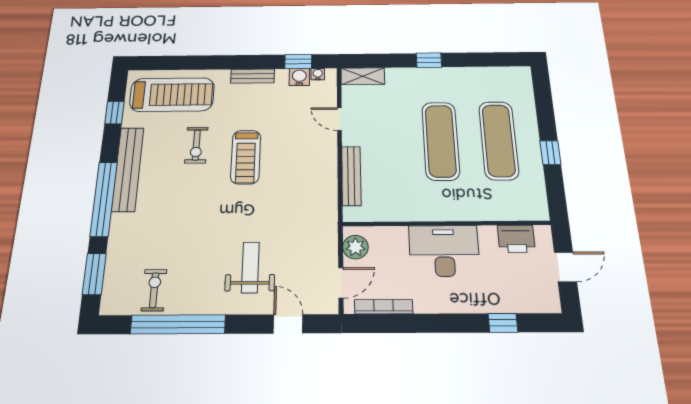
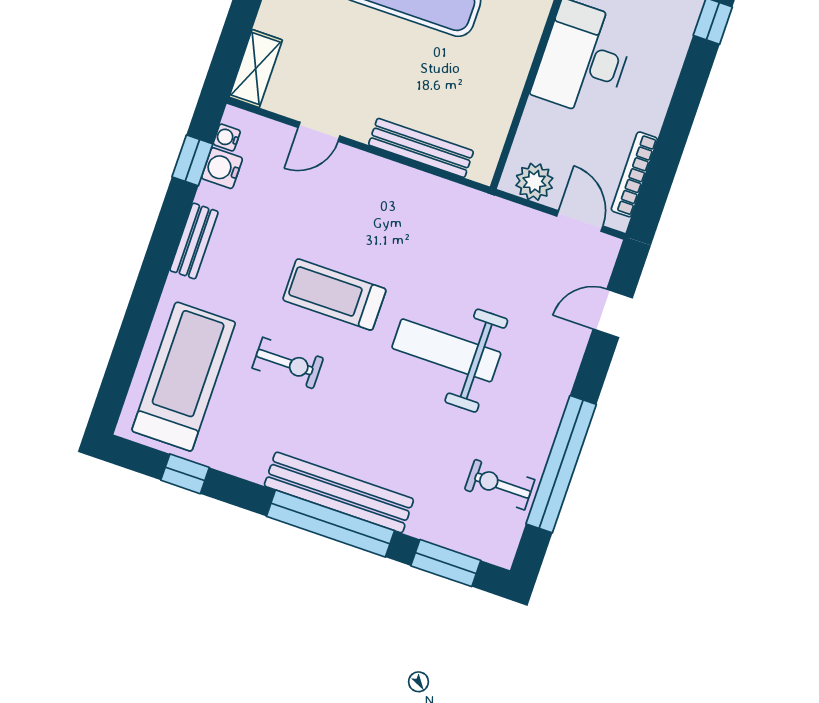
treadmill: (246, 157) -> (334, 295), turned 180
bench: (128, 169) -> (339, 492), moved
weight bench: (250, 267) -> (446, 350), moved, width x1.36, depth x1.33

